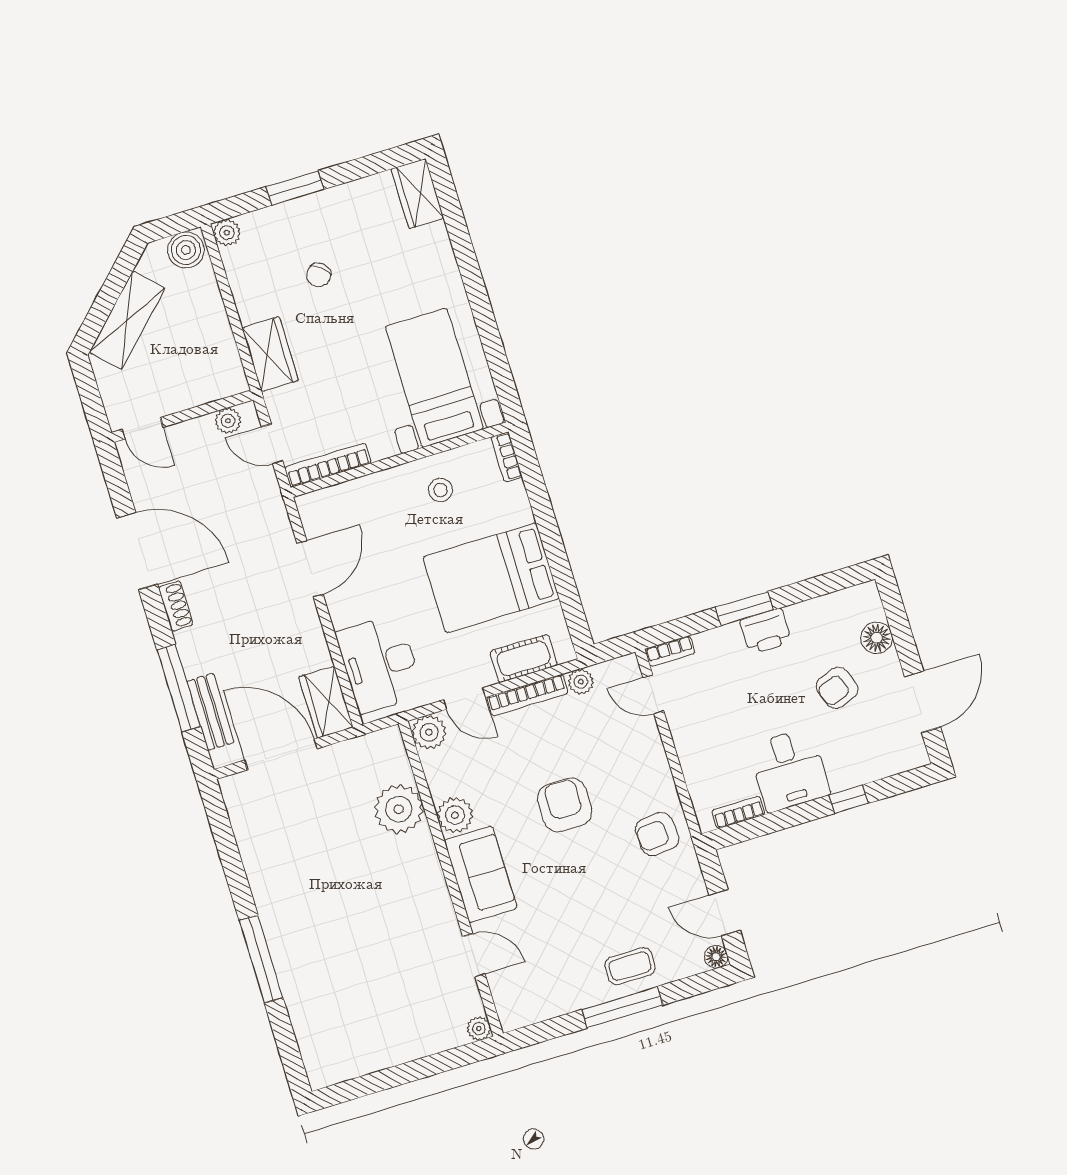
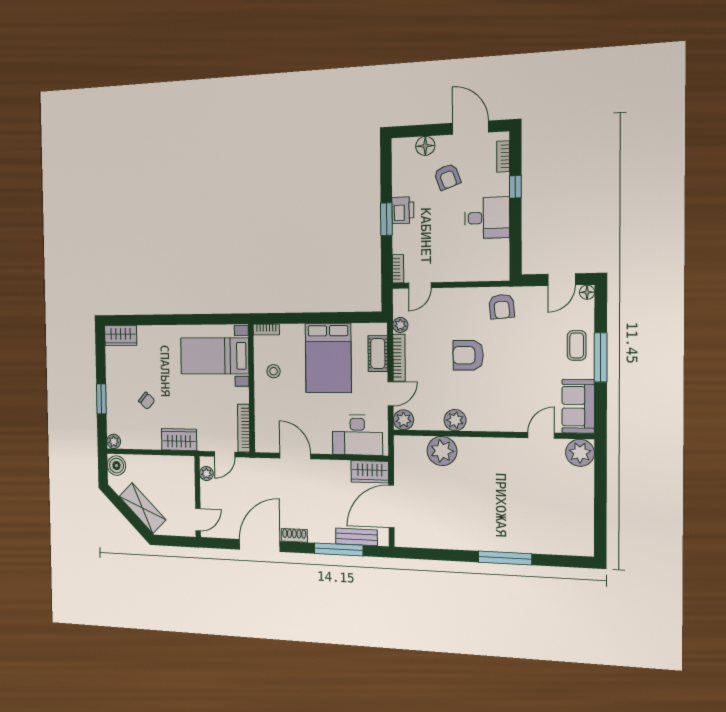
bookcase: (738, 812) -> (503, 156), moved
sofa: (481, 874) -> (578, 406), moved, turned -90
plant: (479, 1029) -> (580, 453), width x1.87, depth x1.87

